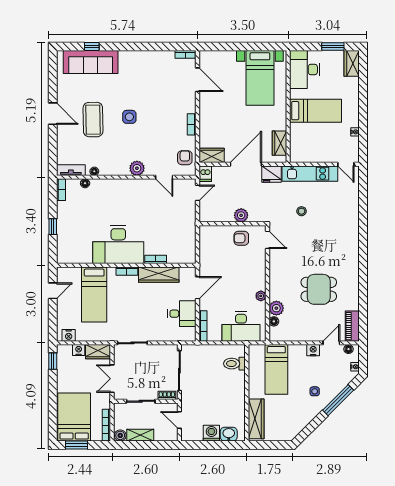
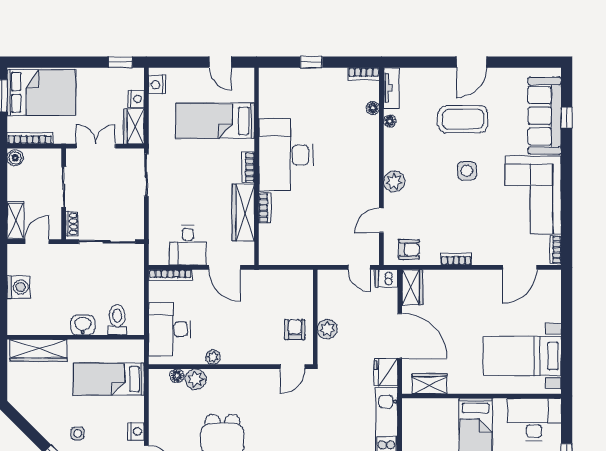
corner sofa: (146, 70) -> (533, 195), added
stool: (302, 211) -> (333, 415), removed
washbasin: (229, 434) -> (83, 325), moved, turned -90
shelving: (140, 435) -> (16, 221), moved

